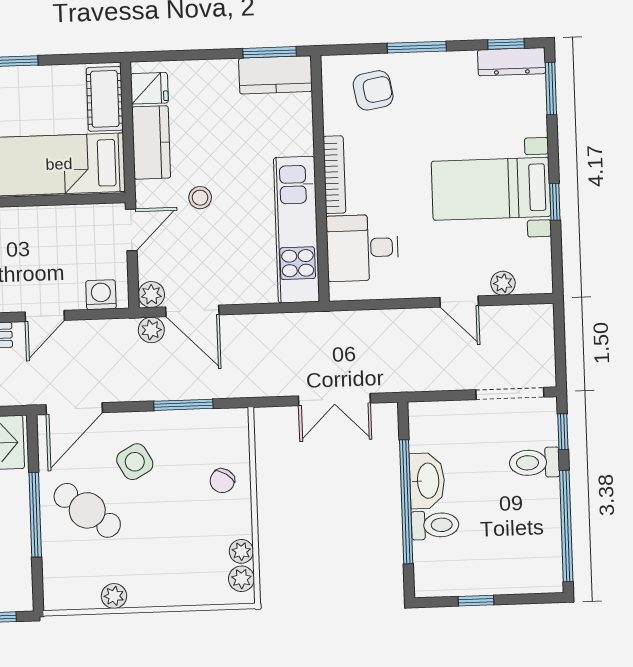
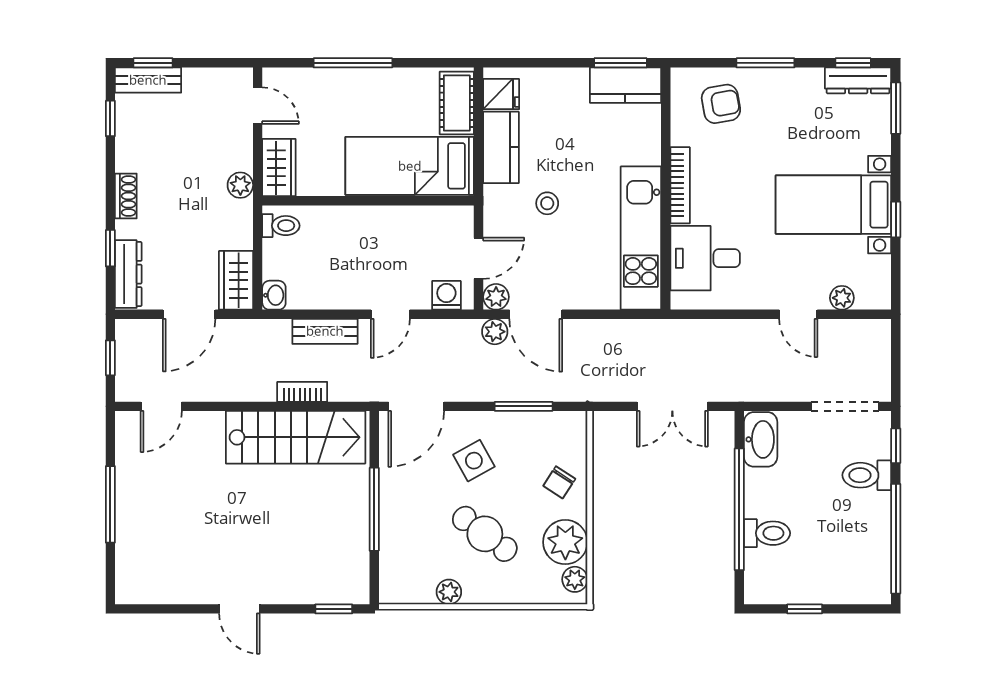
door: (131, 230) -> (479, 258), moved
washbasin: (427, 481) -> (761, 439), moved
cafe table: (87, 510) -> (485, 534), moved
plant: (241, 551) -> (565, 542), width x1.87, depth x1.87

